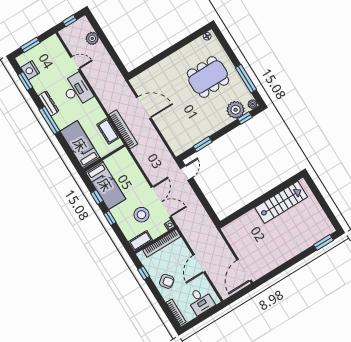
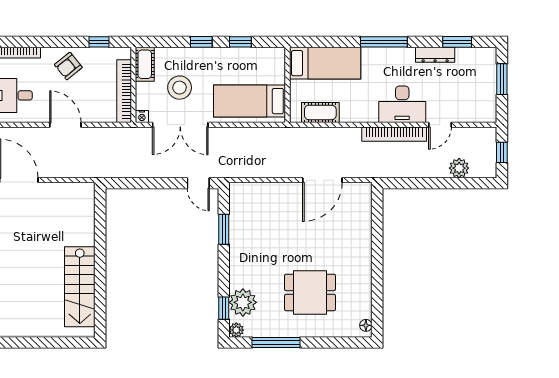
nightstand: (30, 70) -> (468, 58), removed
dining table: (208, 77) -> (310, 292), width x0.73
dresser: (49, 103) -> (435, 55), moved
bookcase: (123, 129) -> (394, 134), moved
bed: (105, 185) -> (250, 101), moved

